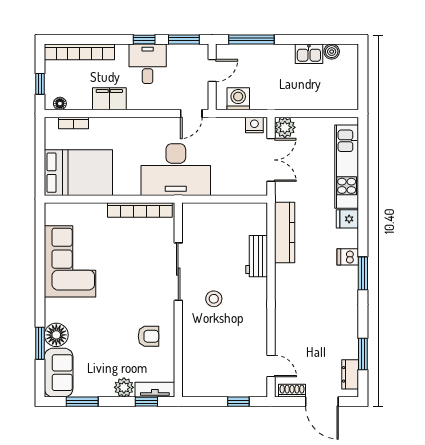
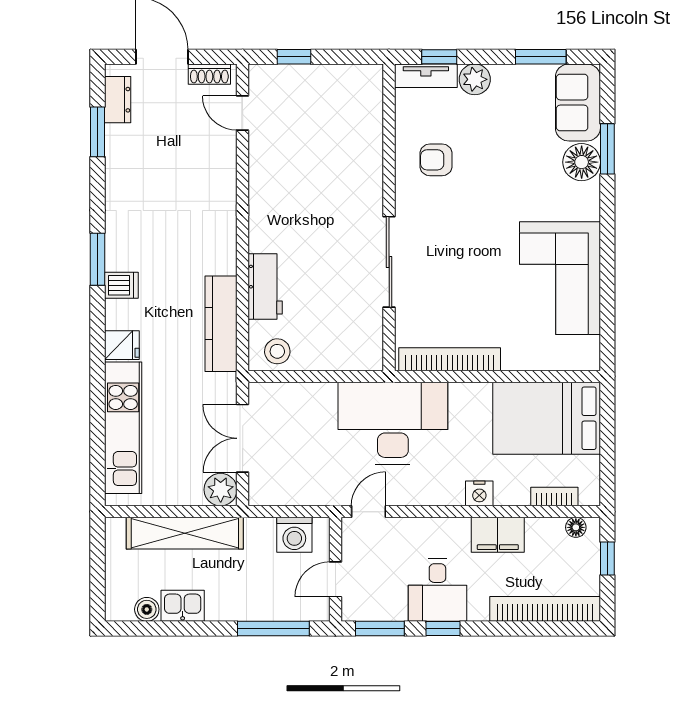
shelving: (308, 100) -> (185, 533), added
nightstand: (254, 125) -> (479, 493), moved
stool: (214, 299) -> (277, 351), moved

